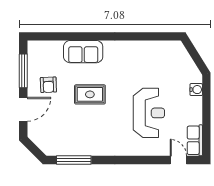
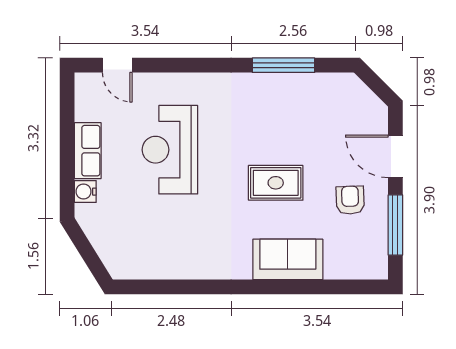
door: (23, 109) -> (395, 156), hinge flipped
row of seats: (195, 140) -> (88, 151), moved
window: (74, 160) -> (284, 65), moved

